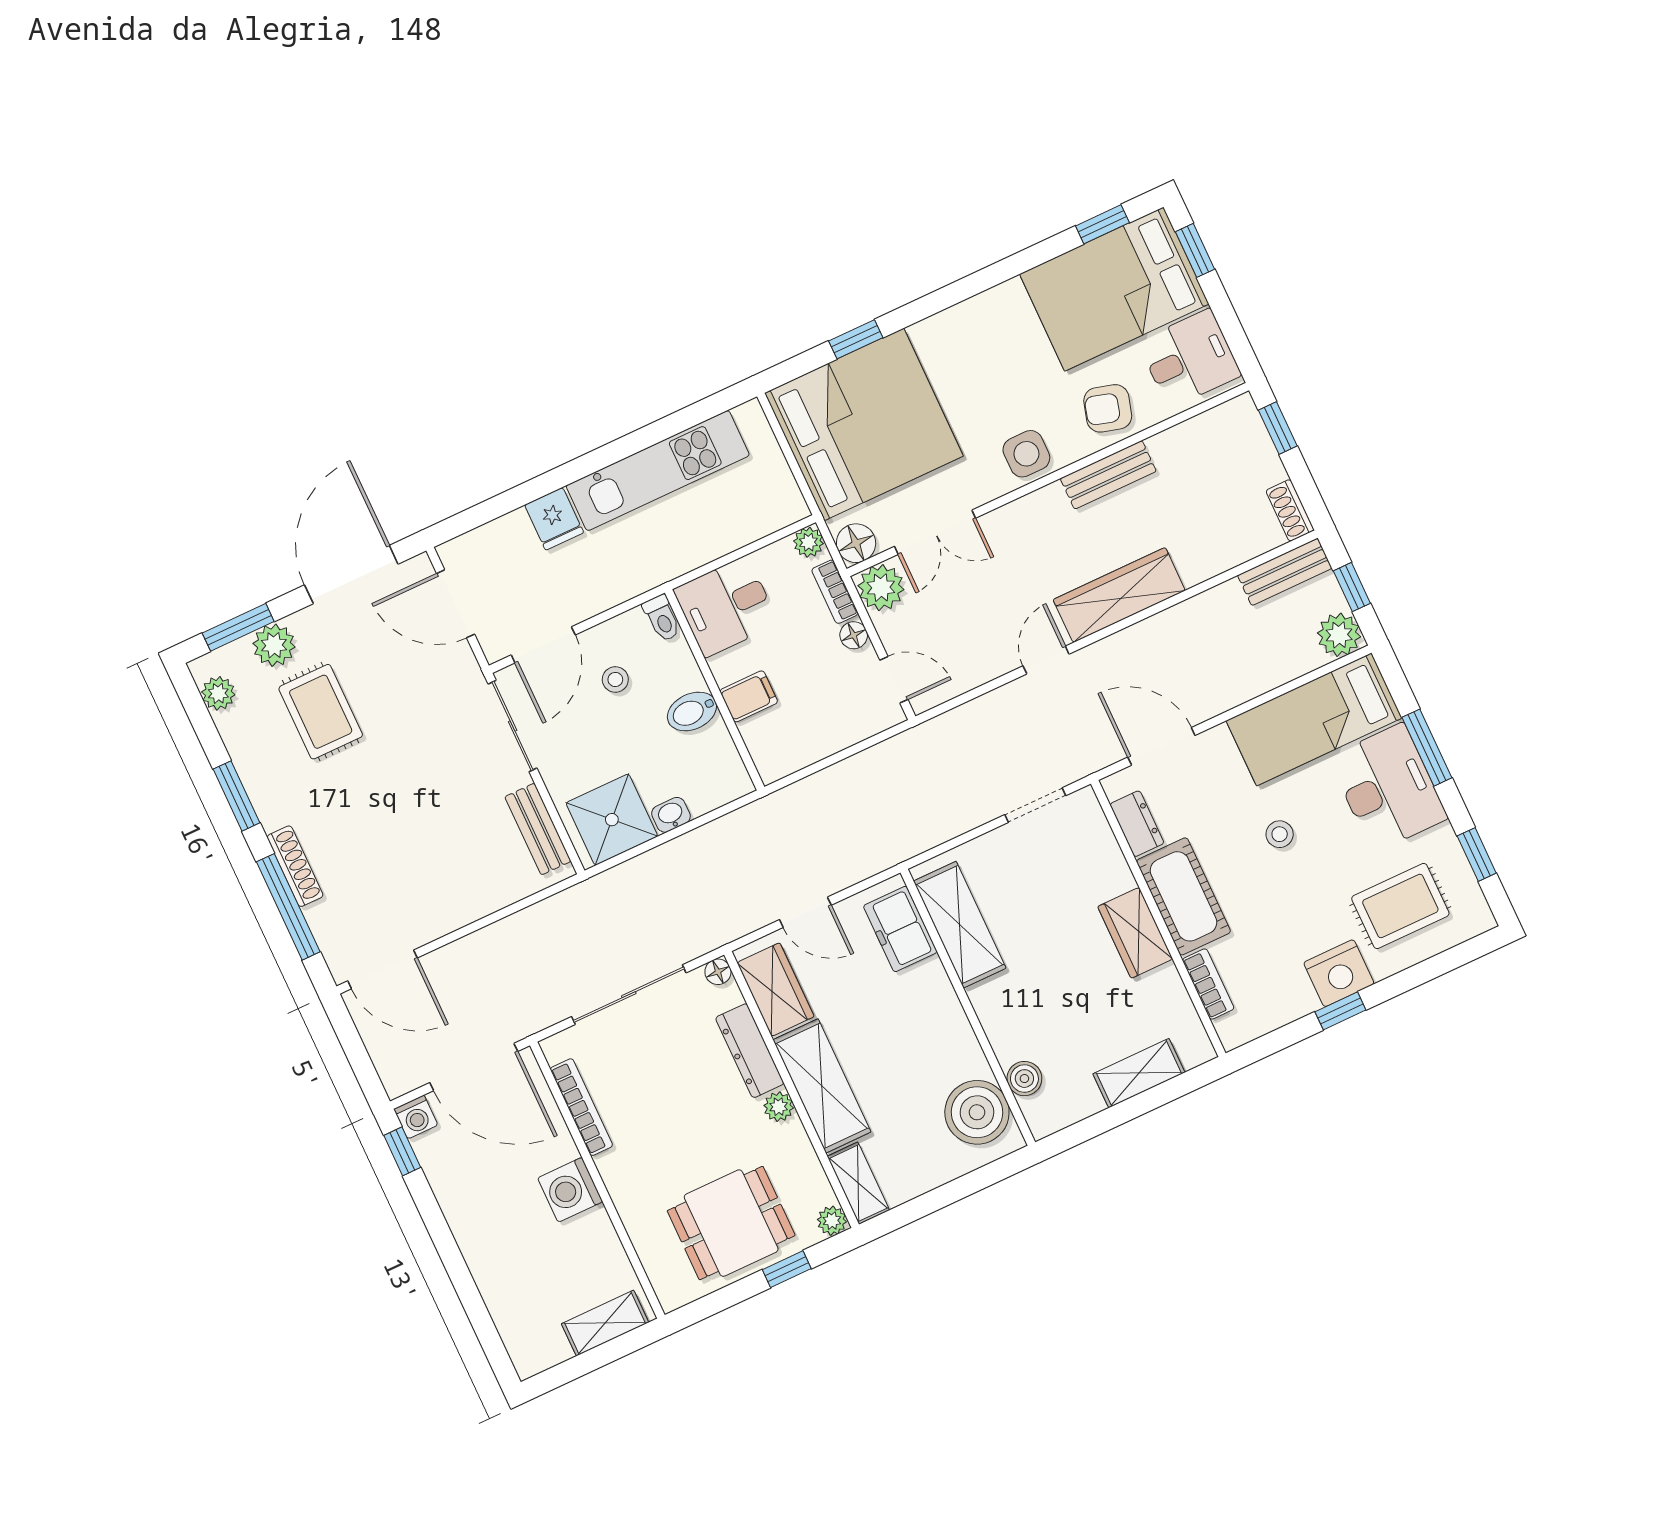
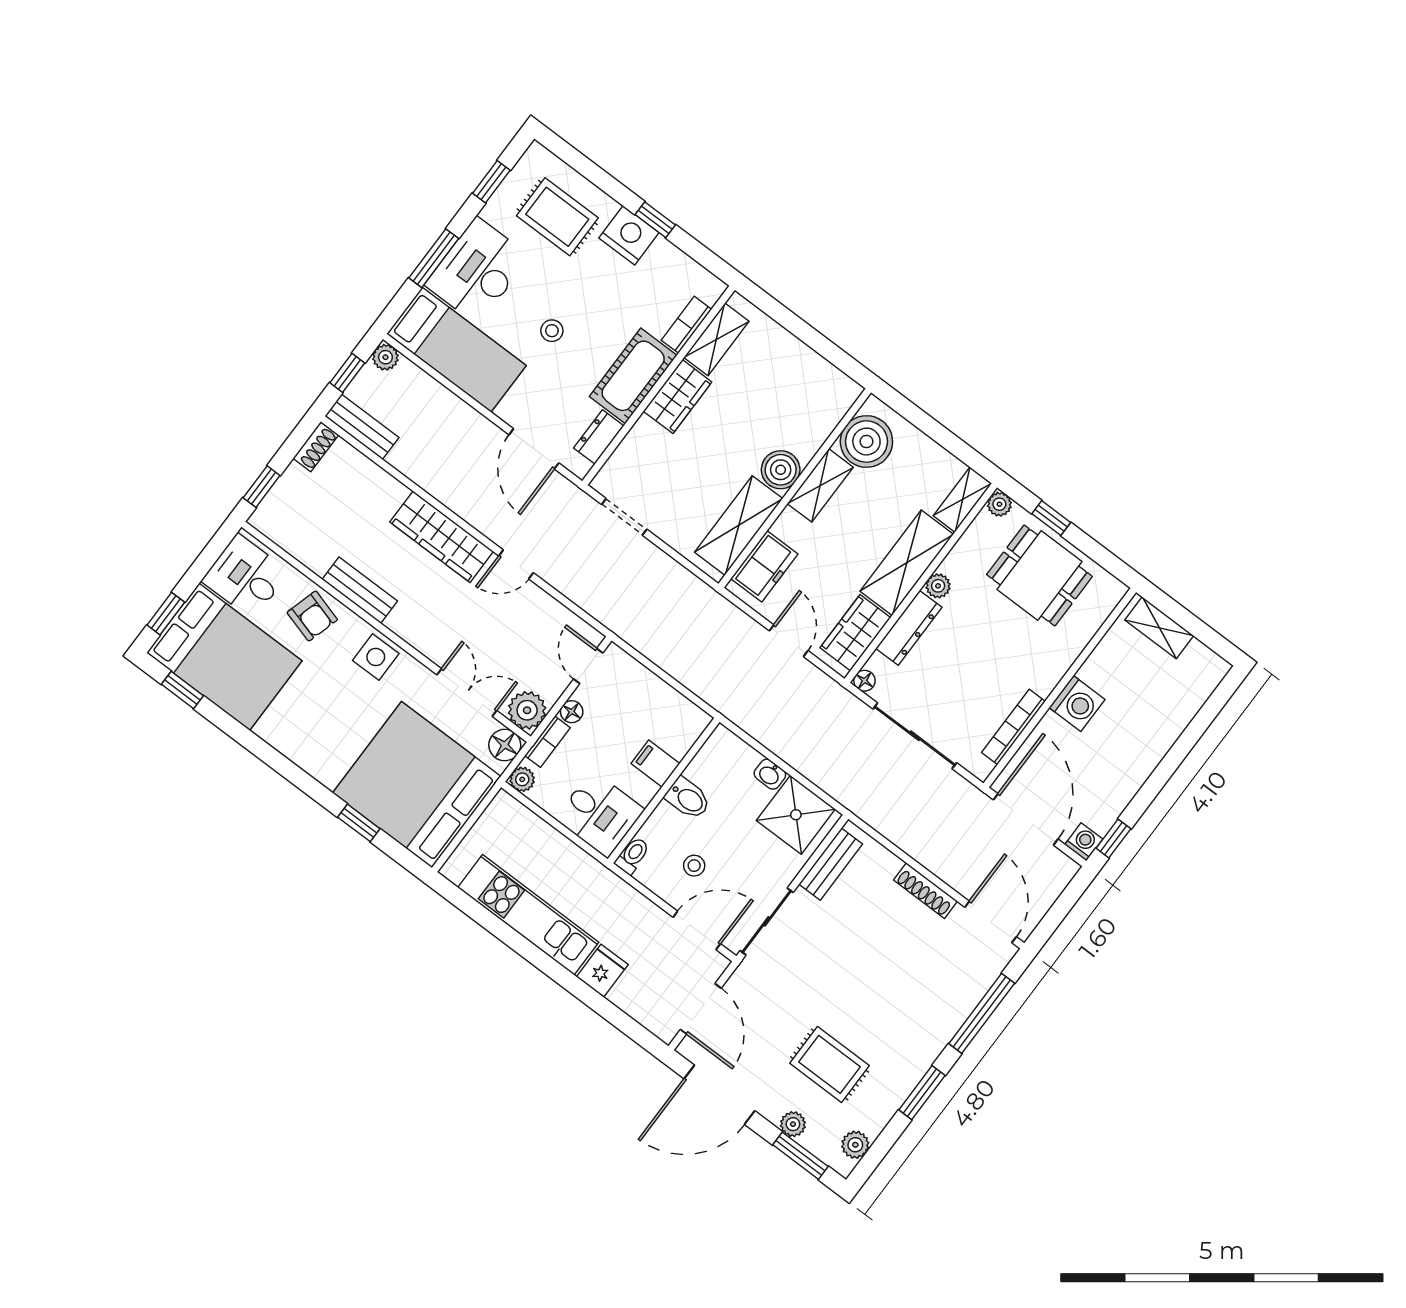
plant: (1339, 635) -> (385, 357), width x0.73, depth x0.73
plant: (274, 645) -> (793, 1124), width x0.73, depth x0.73
rug: (321, 712) -> (829, 1064), turned 90
shoe rack: (295, 866) -> (925, 891), moved, turned -90
shelving: (956, 1037) -> (820, 485), added
shelving: (1139, 1073) -> (716, 339), moved, turned 90
boiler: (1024, 1079) -> (781, 470), moved, width x1.36, depth x1.36

